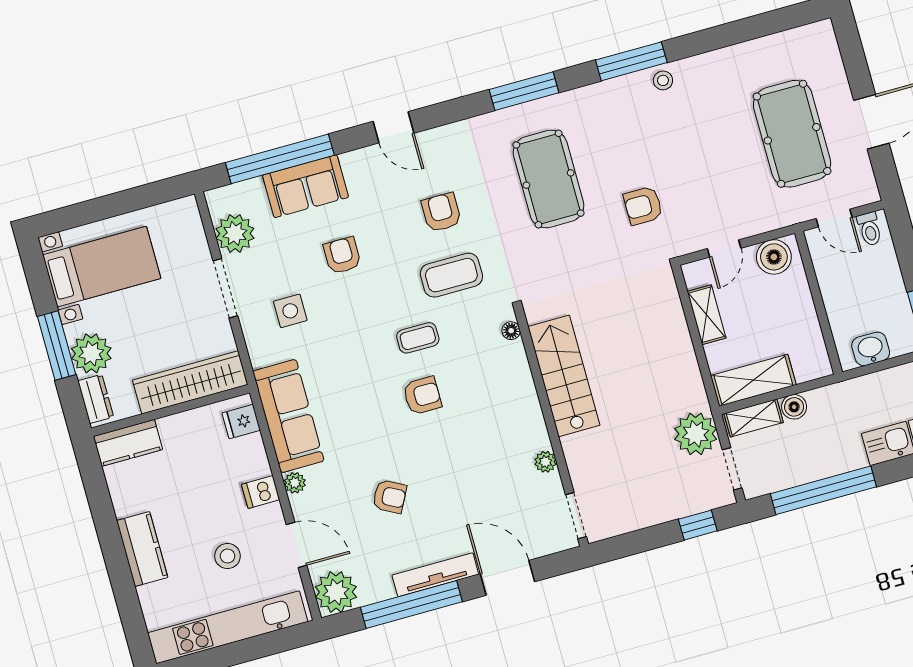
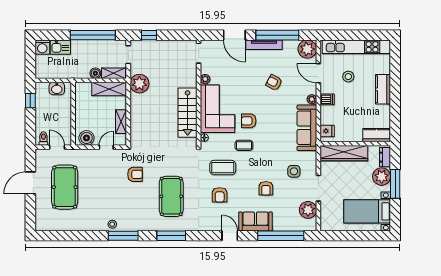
sofa: (306, 186) -> (255, 221), moved
corner sofa: (499, 403) -> (218, 109), added
plant: (696, 434) -> (139, 84), moved

